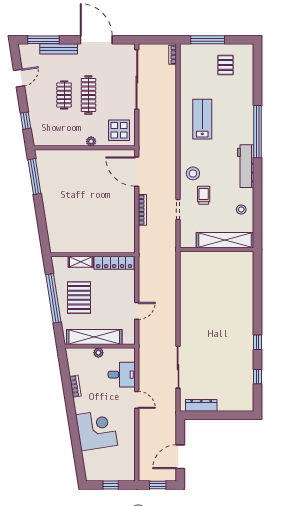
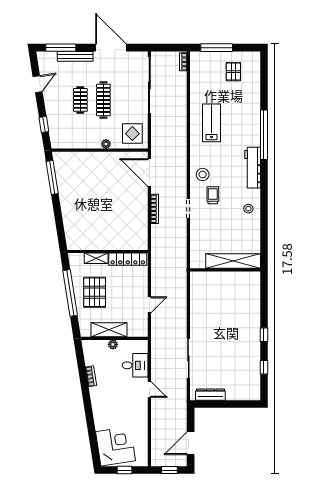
shelving: (225, 240) -> (233, 261), moved
wall: (217, 249) -> (225, 270), moved
shelving: (94, 337) -> (109, 330), width x0.68
corner desk: (97, 430) -> (116, 446), moved

